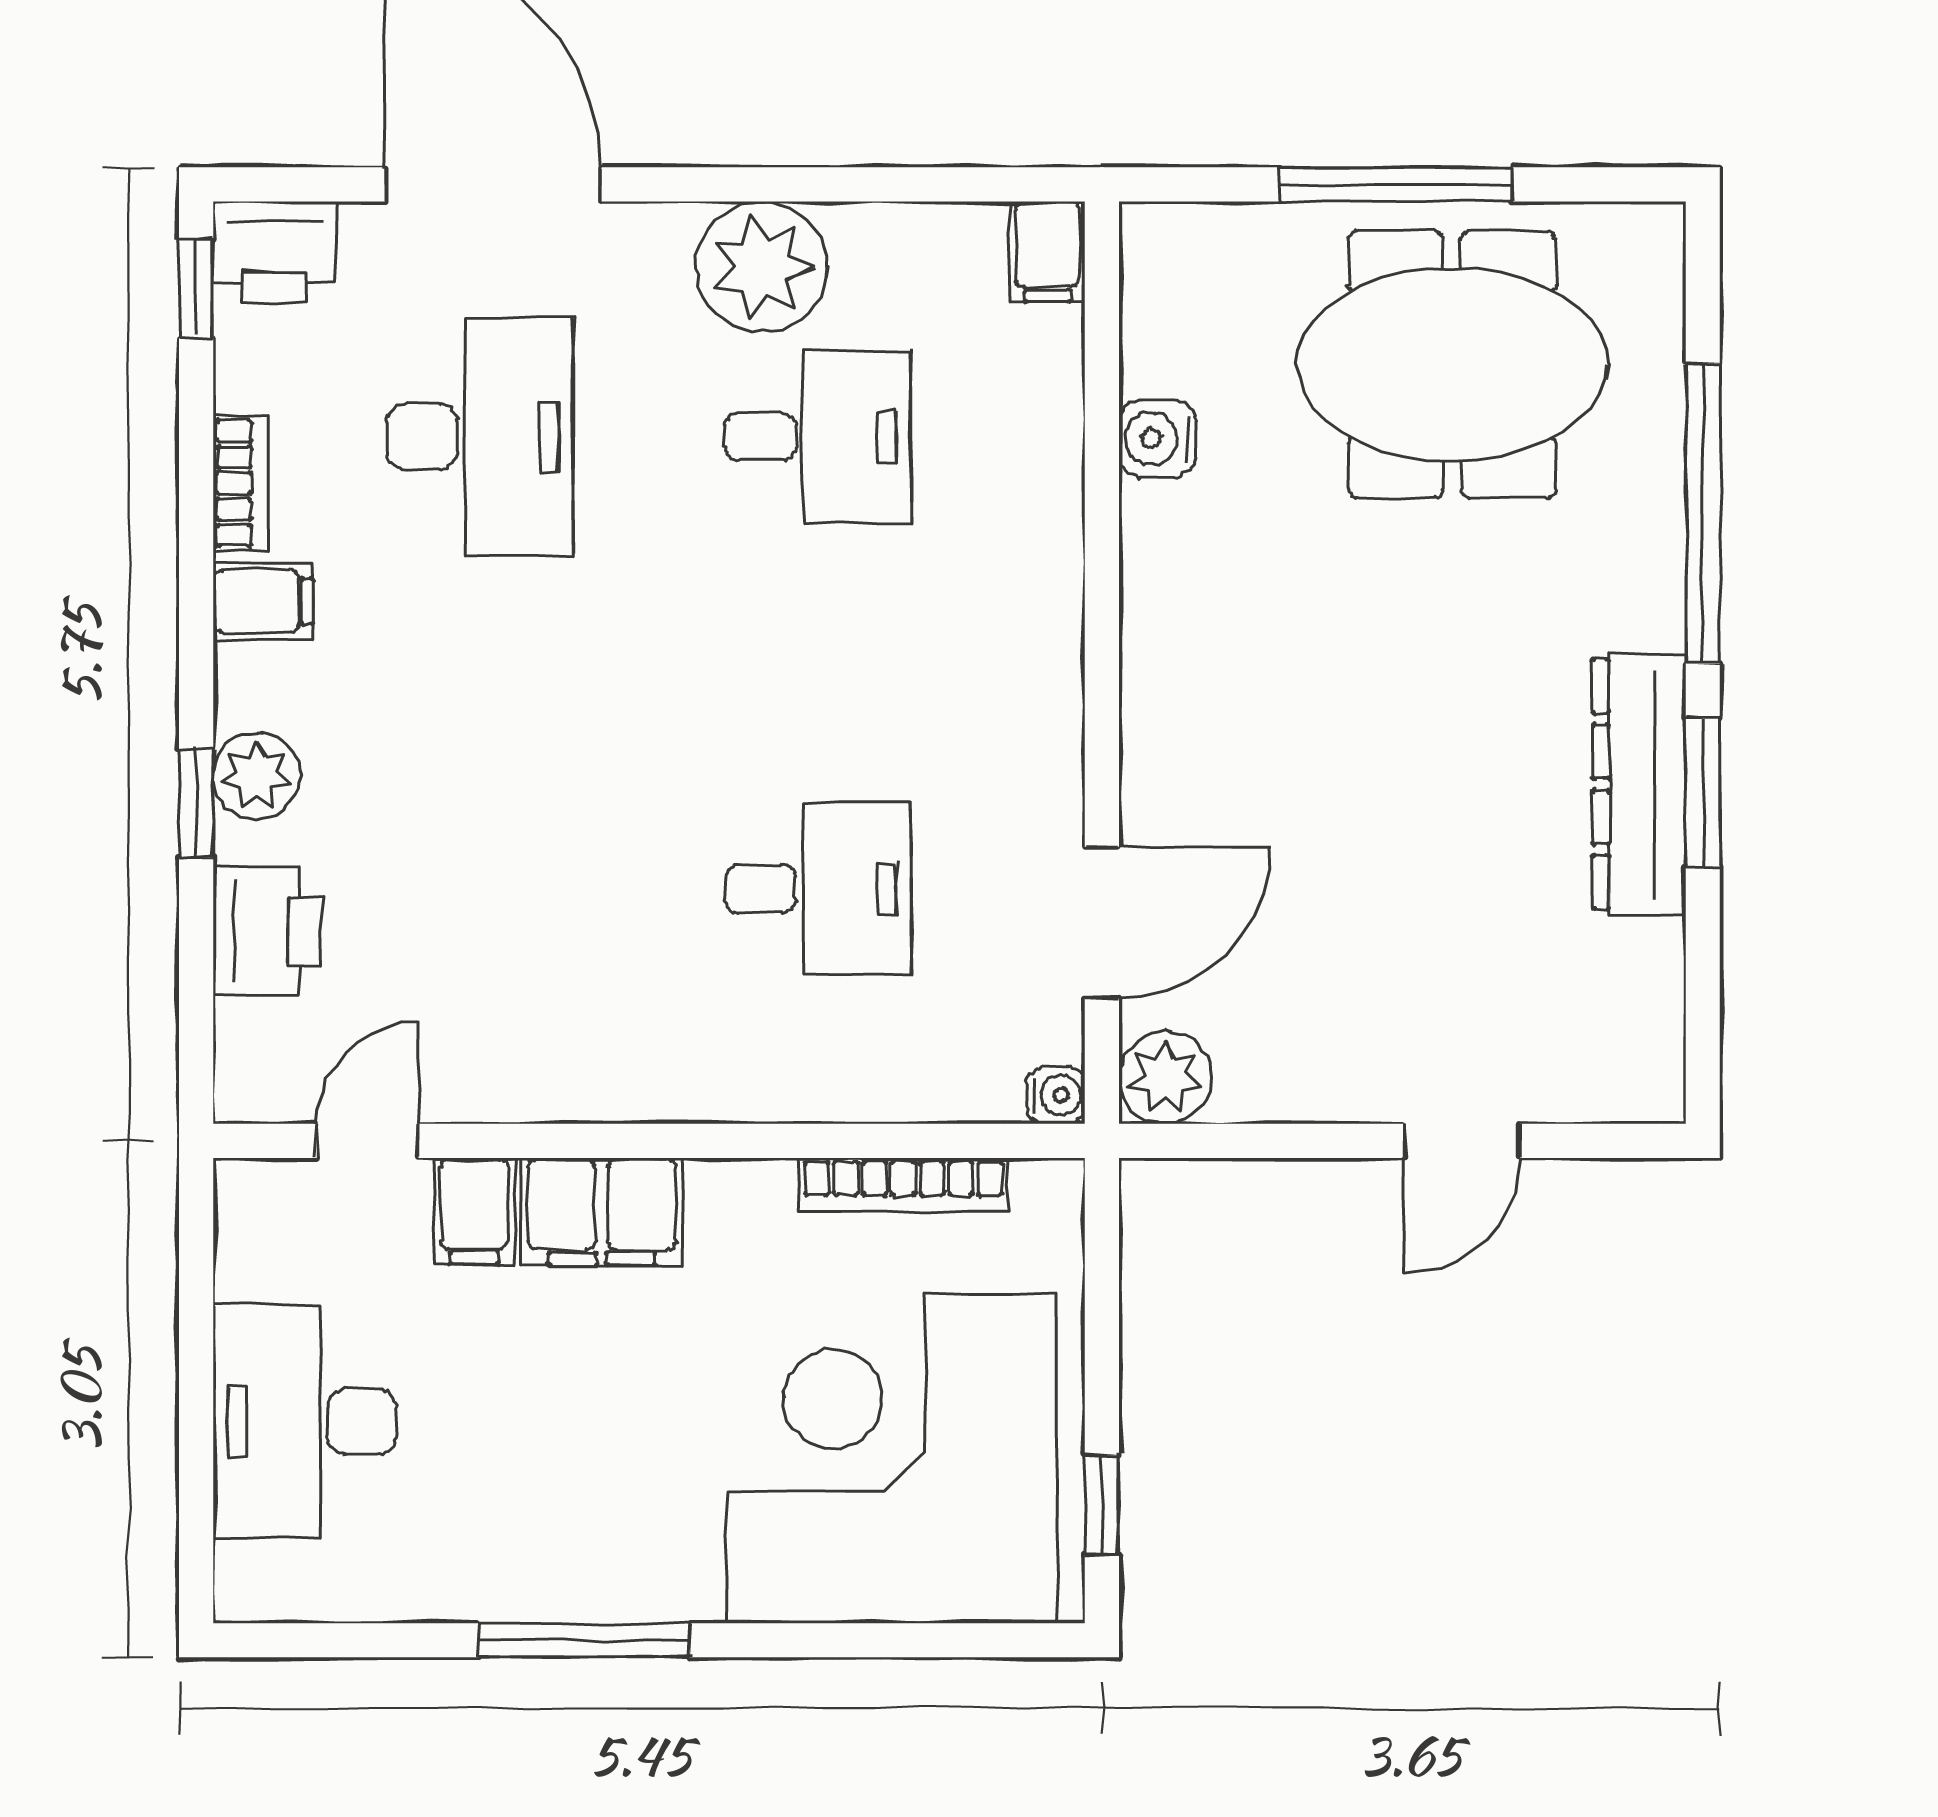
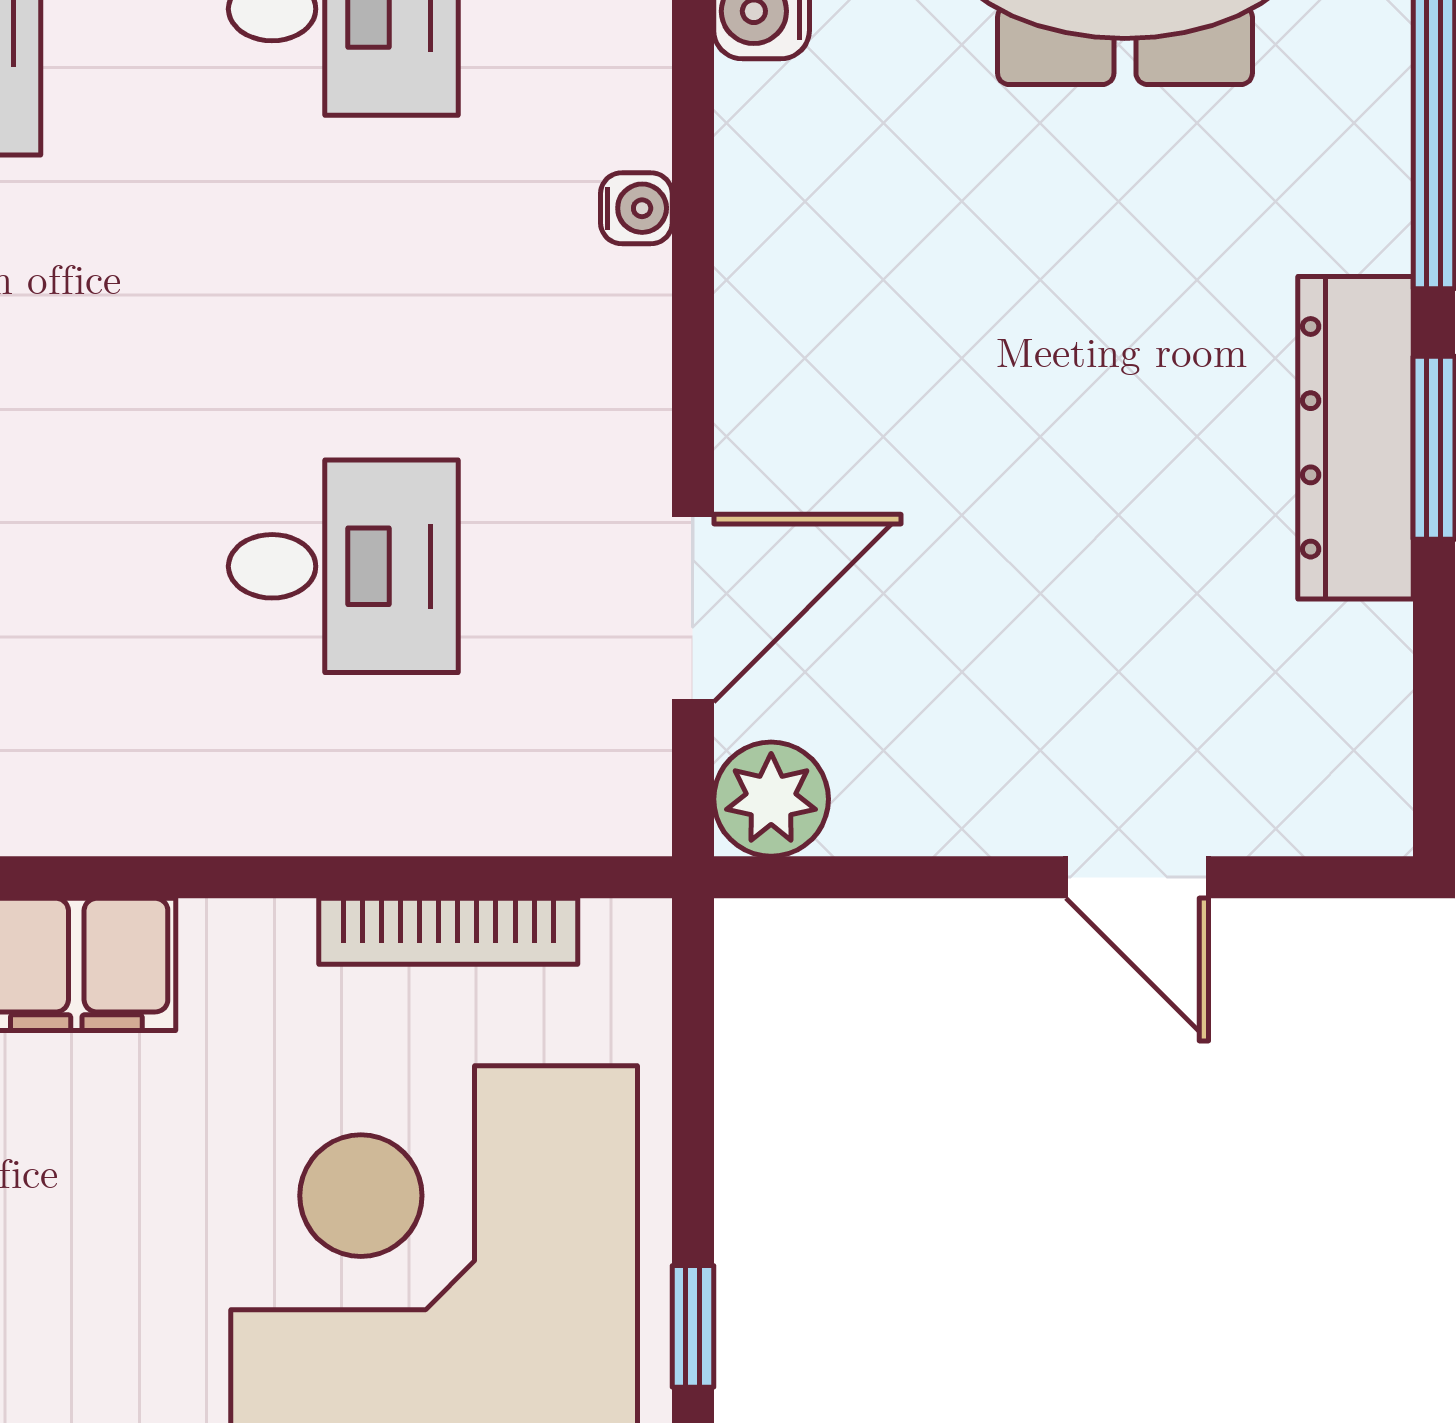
water cooler: (1056, 1095) -> (636, 208), moved
door: (1462, 1141) -> (1137, 877), hinge flipped

